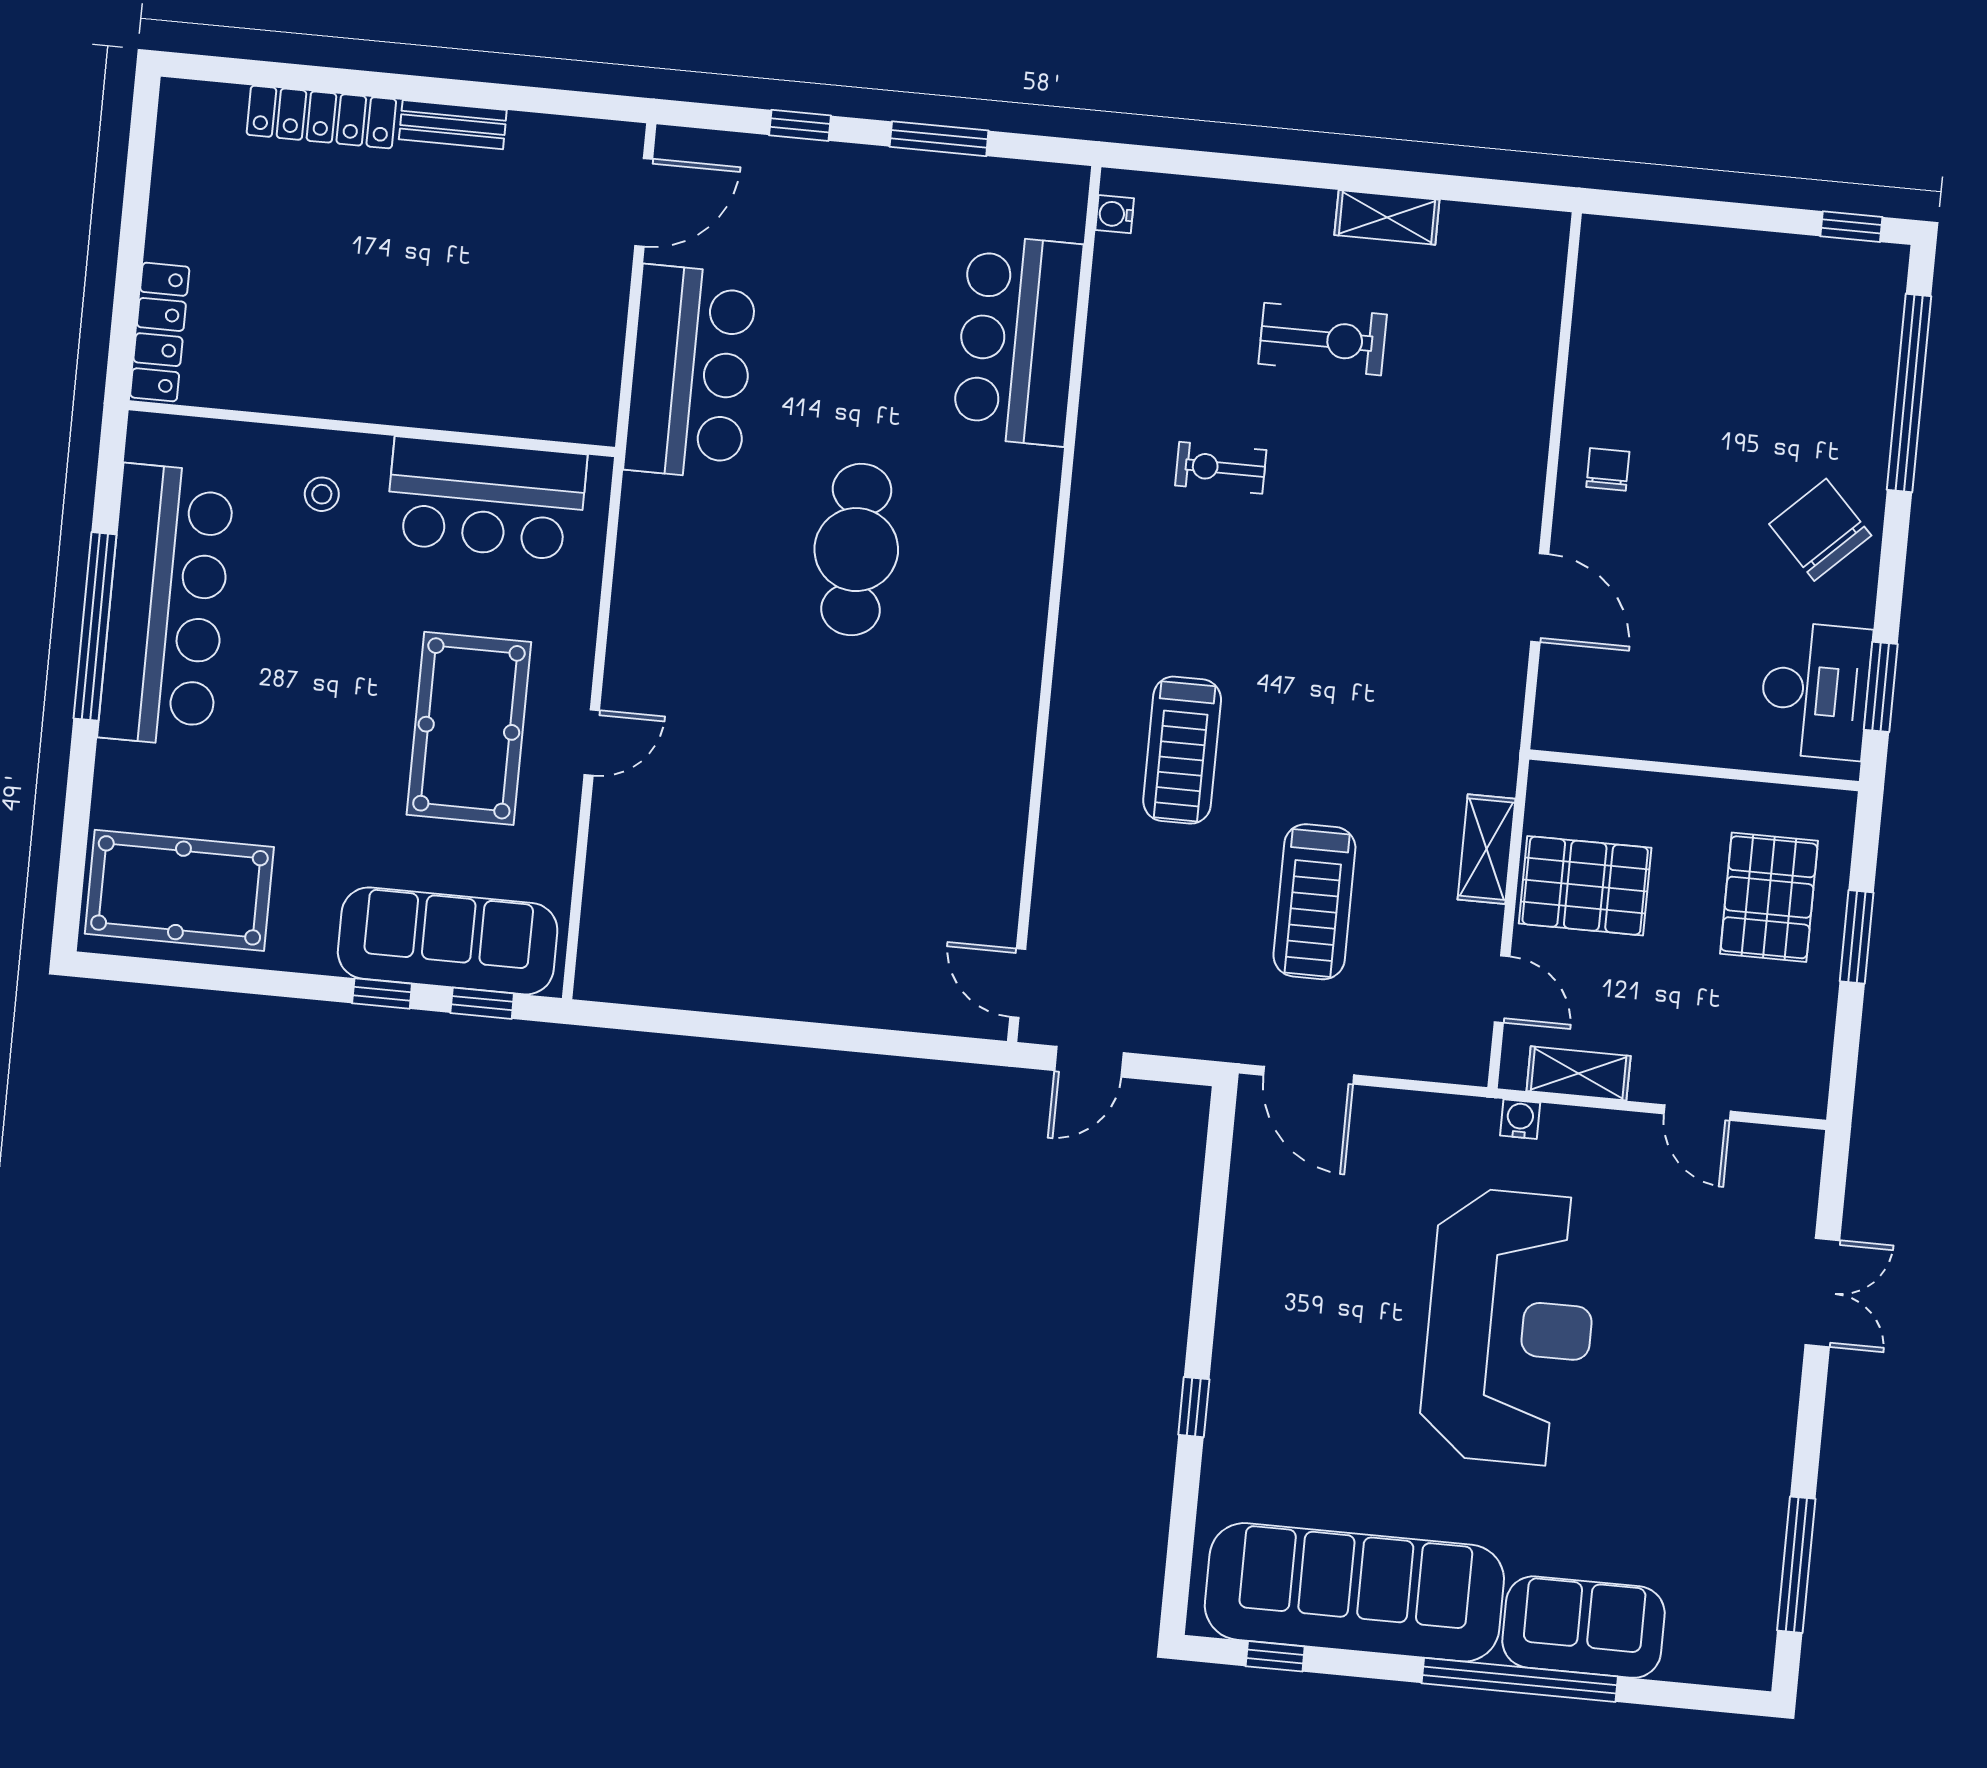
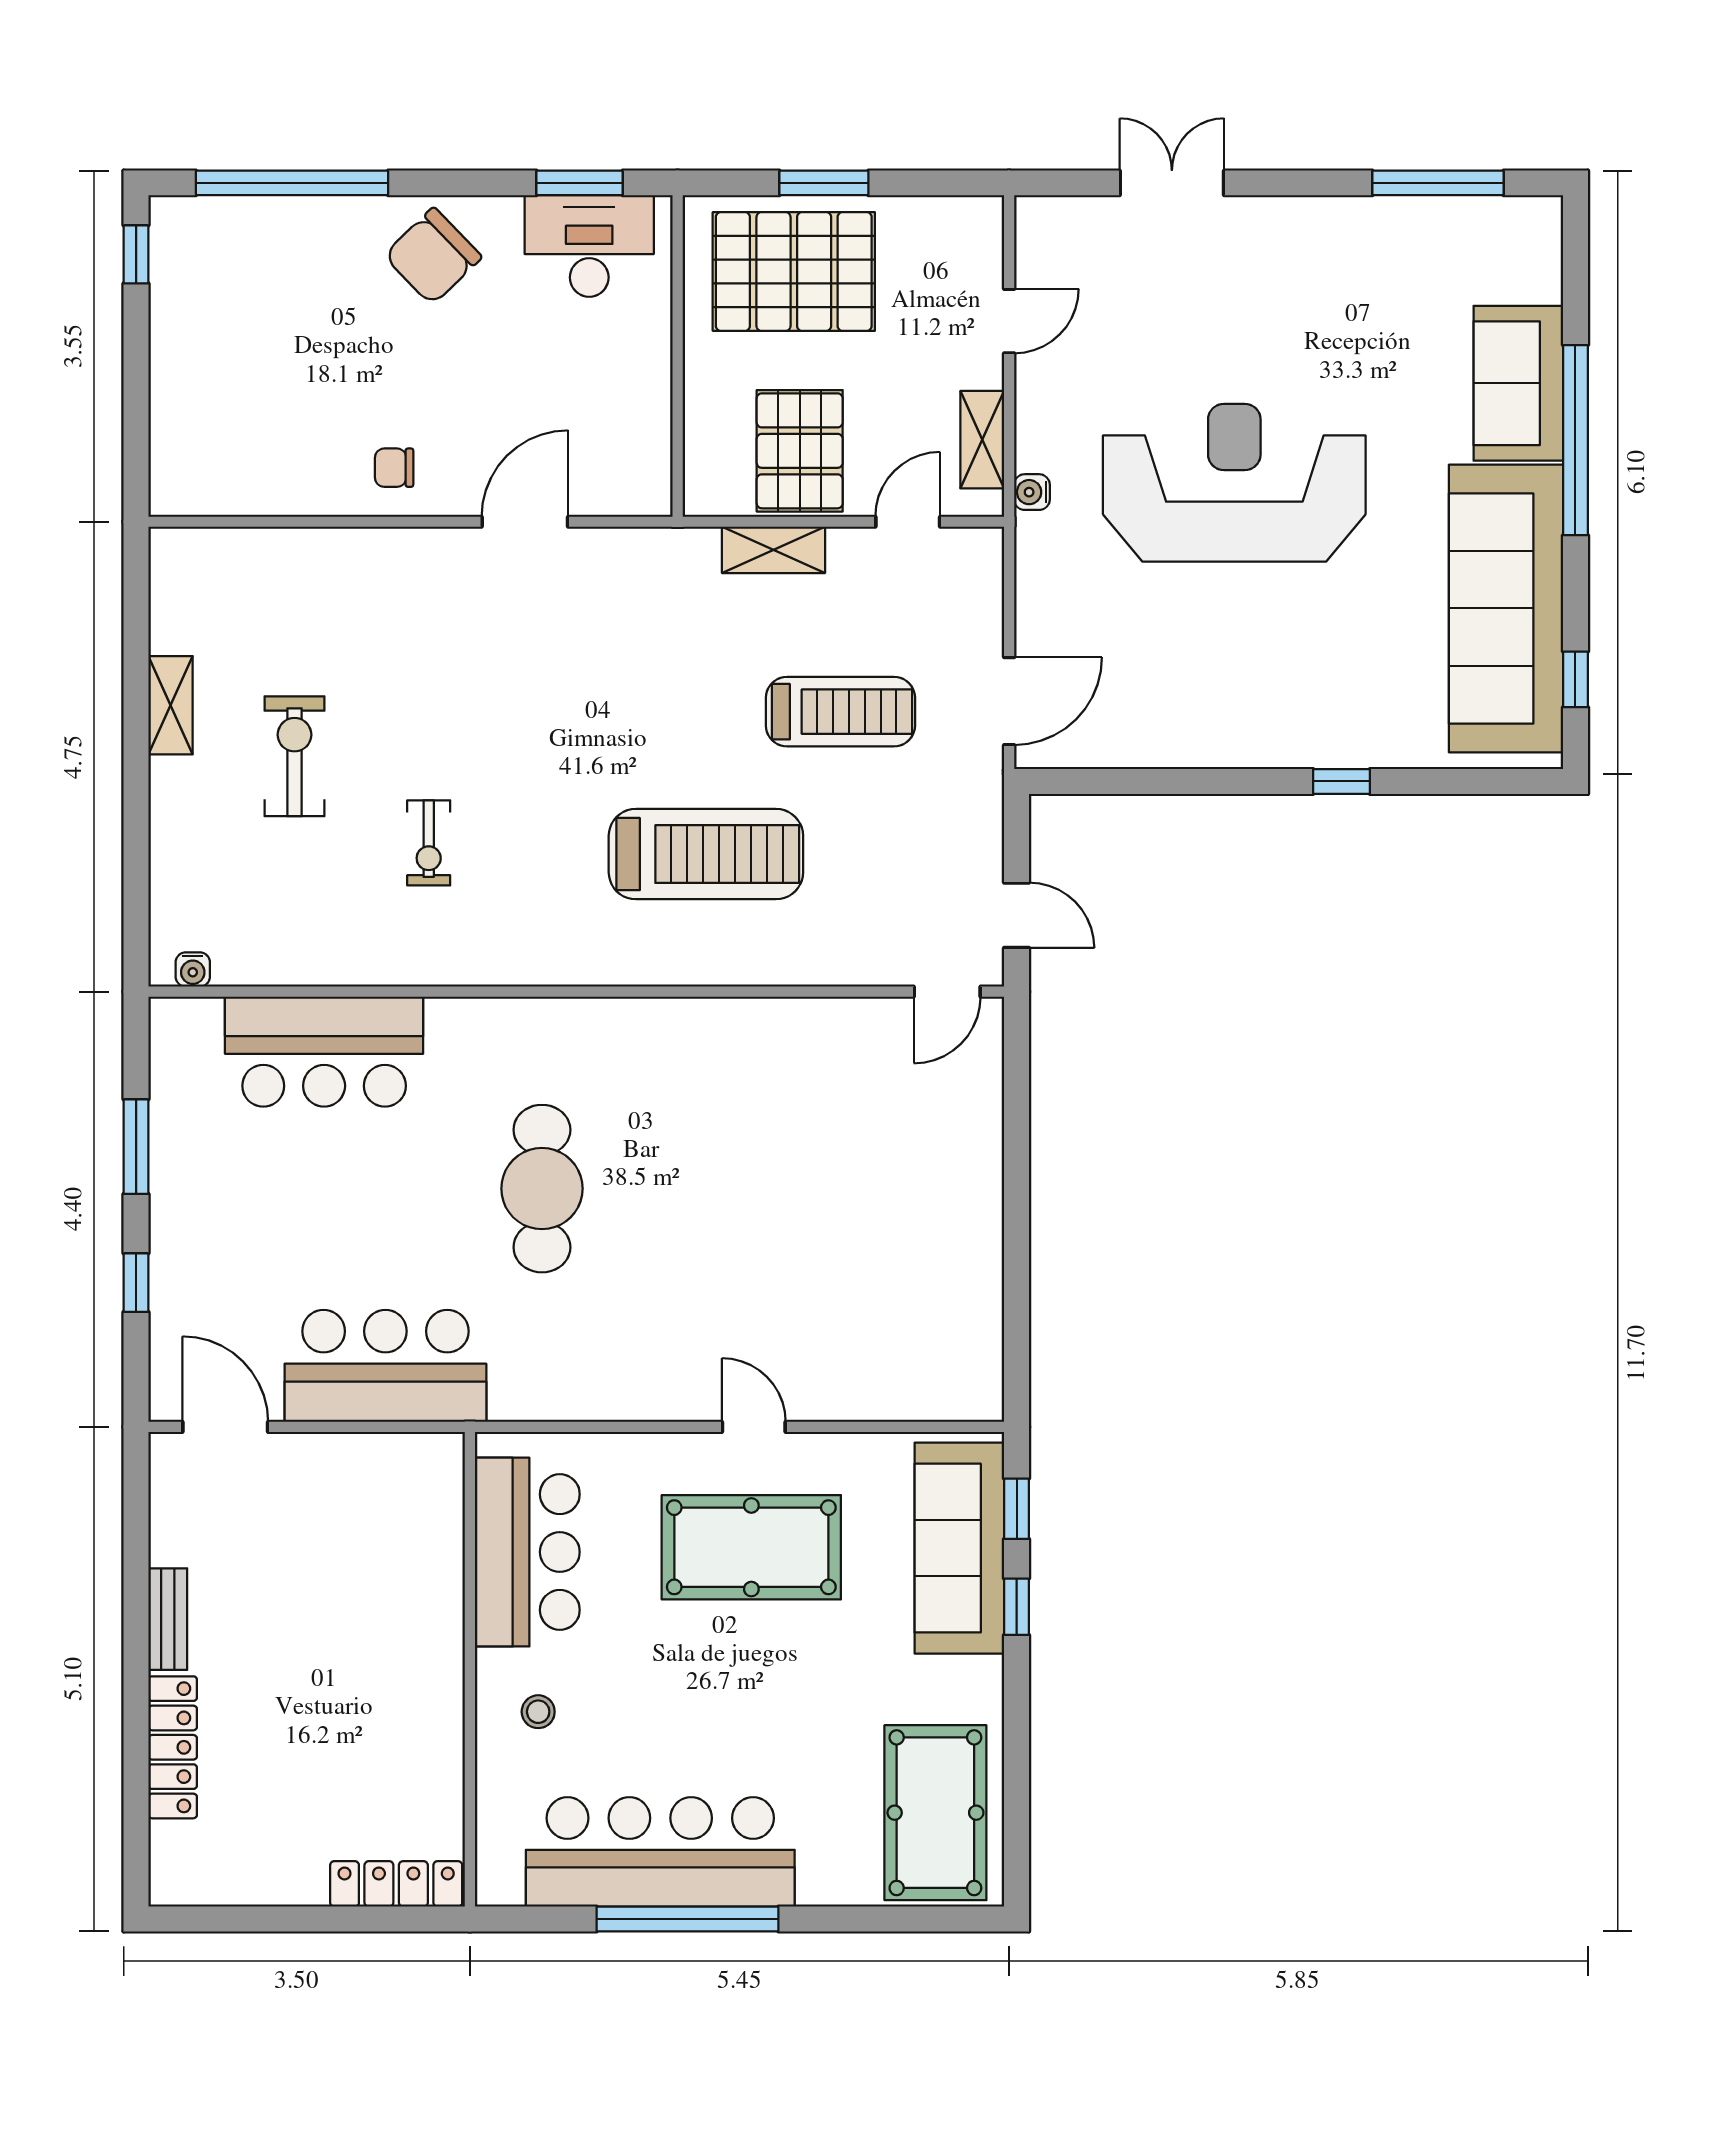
cafe table: (856, 550) -> (542, 1189), turned 90
treadmill: (1182, 750) -> (706, 854), width x1.37, depth x1.38
pallet: (1769, 897) -> (794, 272), width x1.37, depth x1.41

